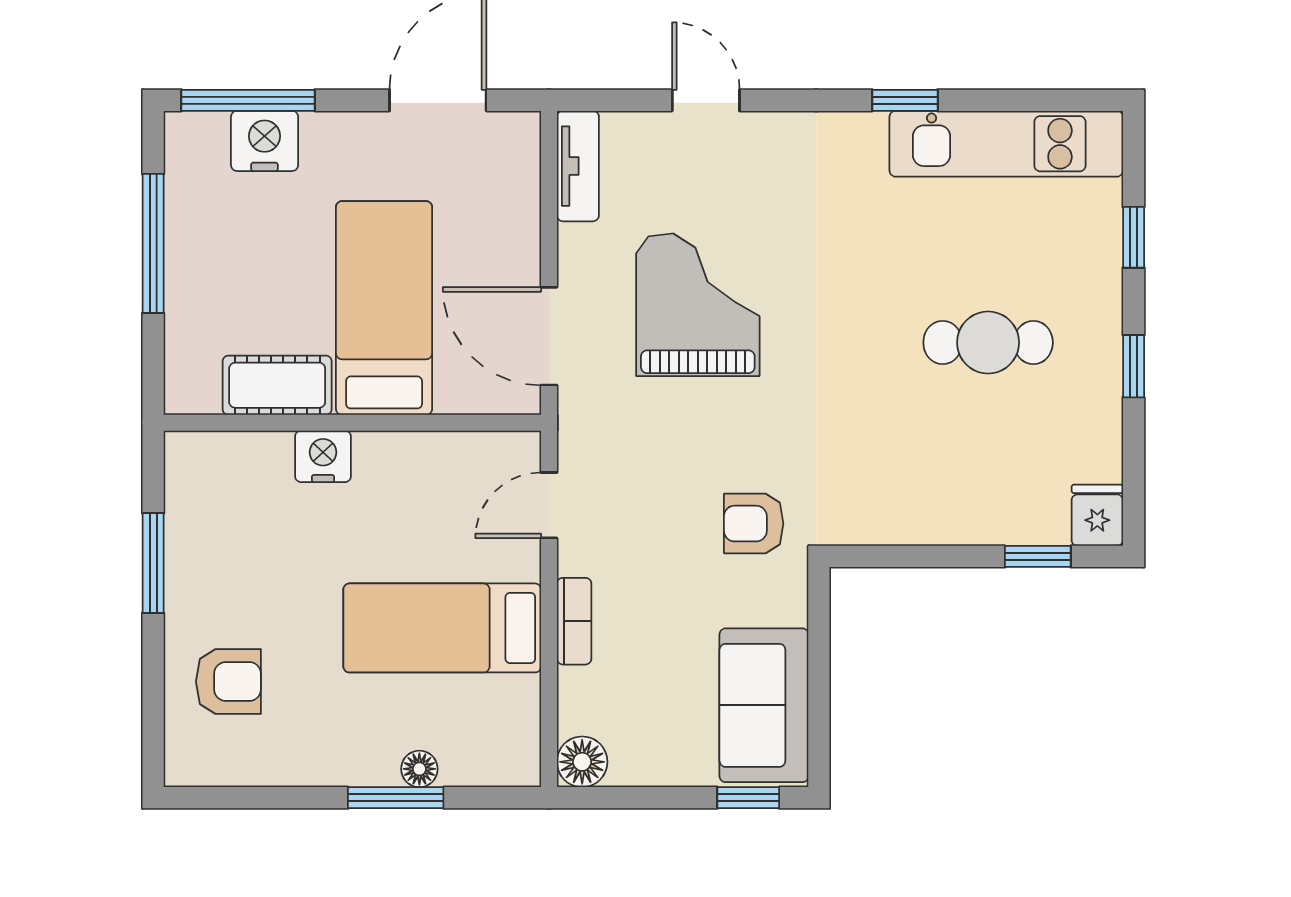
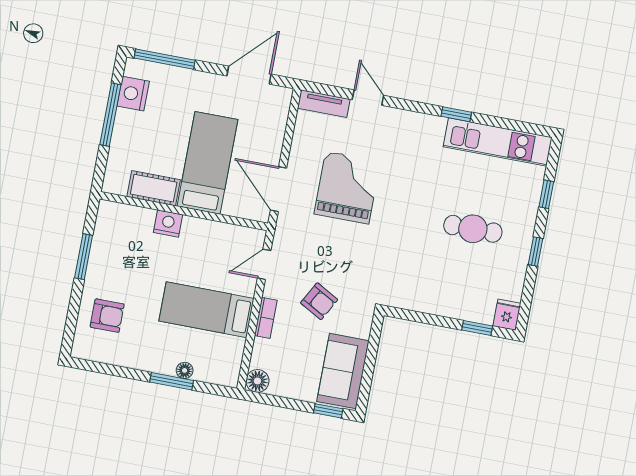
nightstand: (265, 141) -> (133, 94), moved, turned -90
tv unit: (578, 166) -> (324, 104), moved, turned 90
armchair: (754, 524) -> (319, 301), moved, turned -151

